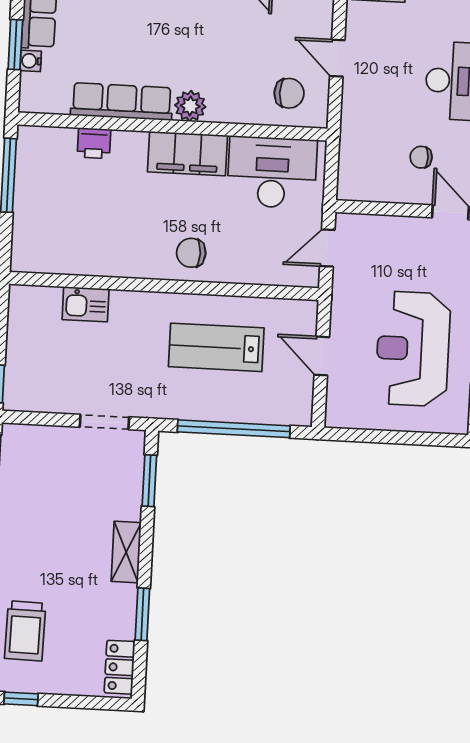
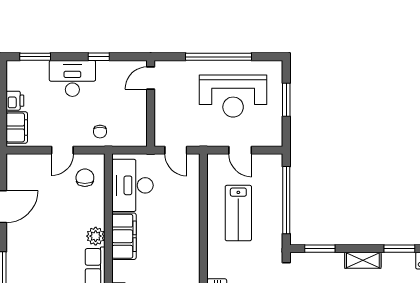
chair: (421, 157) -> (100, 132), moved
chair: (191, 253) -> (183, 231), removed
door: (322, 356) -> (240, 150), hinge flipped
window: (402, 438) -> (286, 100), added

